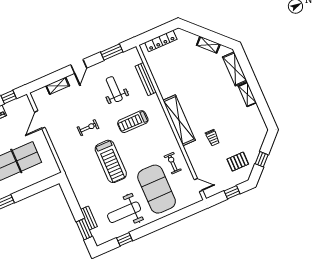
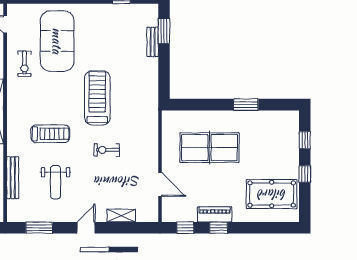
door: (40, 120) -> (160, 185), hinge flipped
weight bench: (124, 212) -> (108, 30), removed

